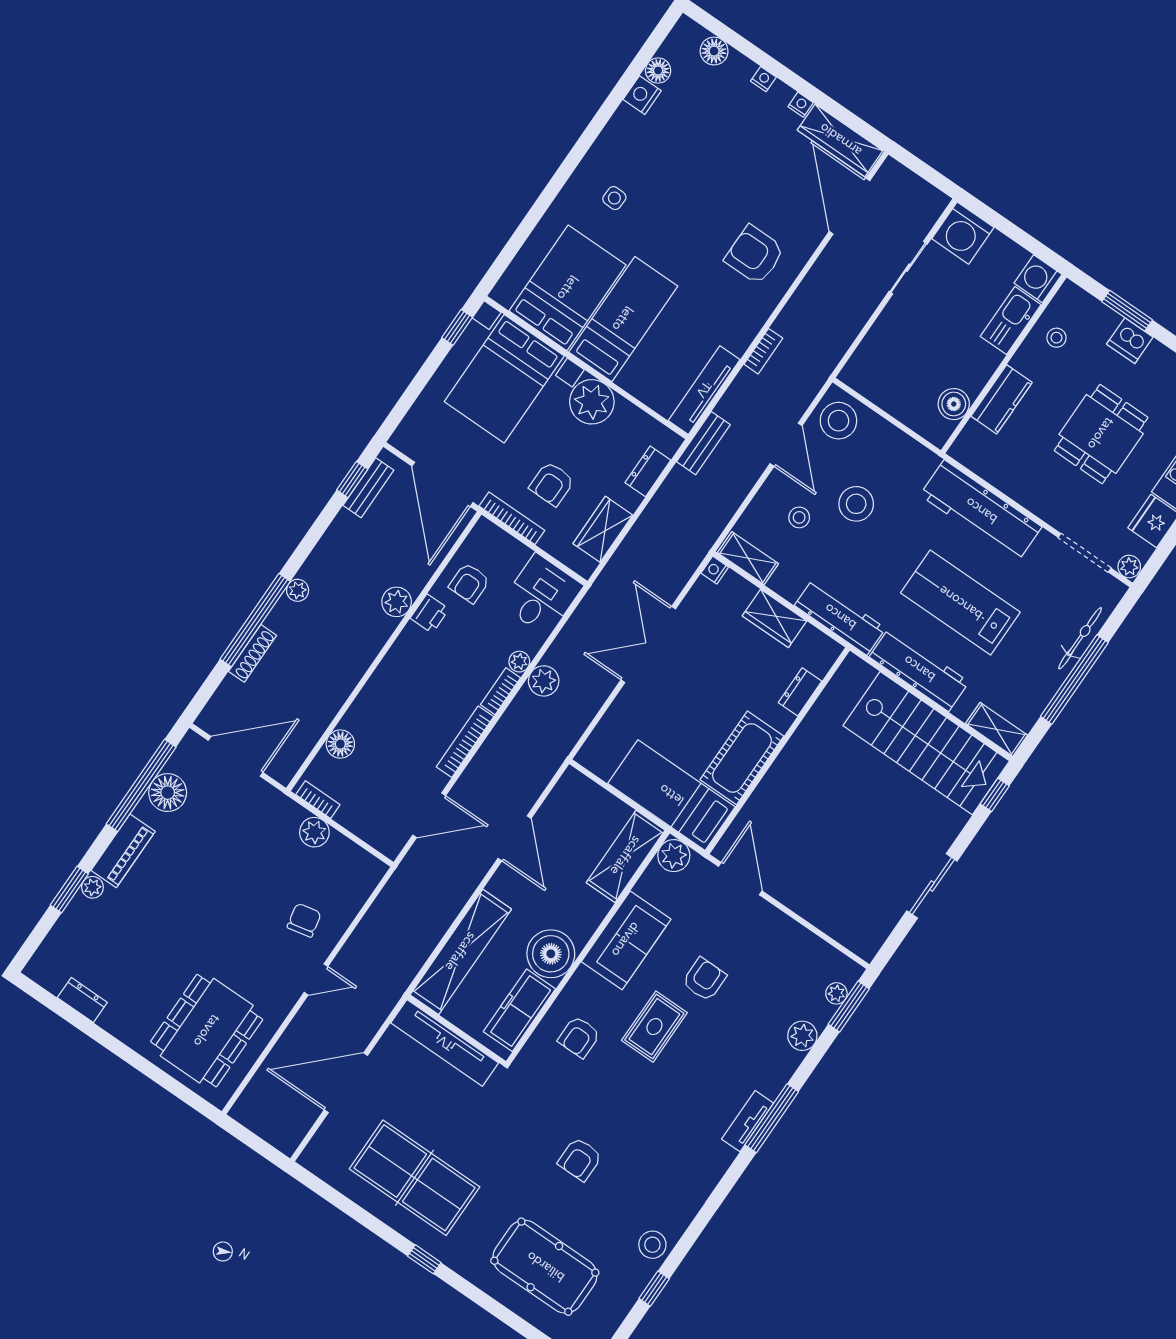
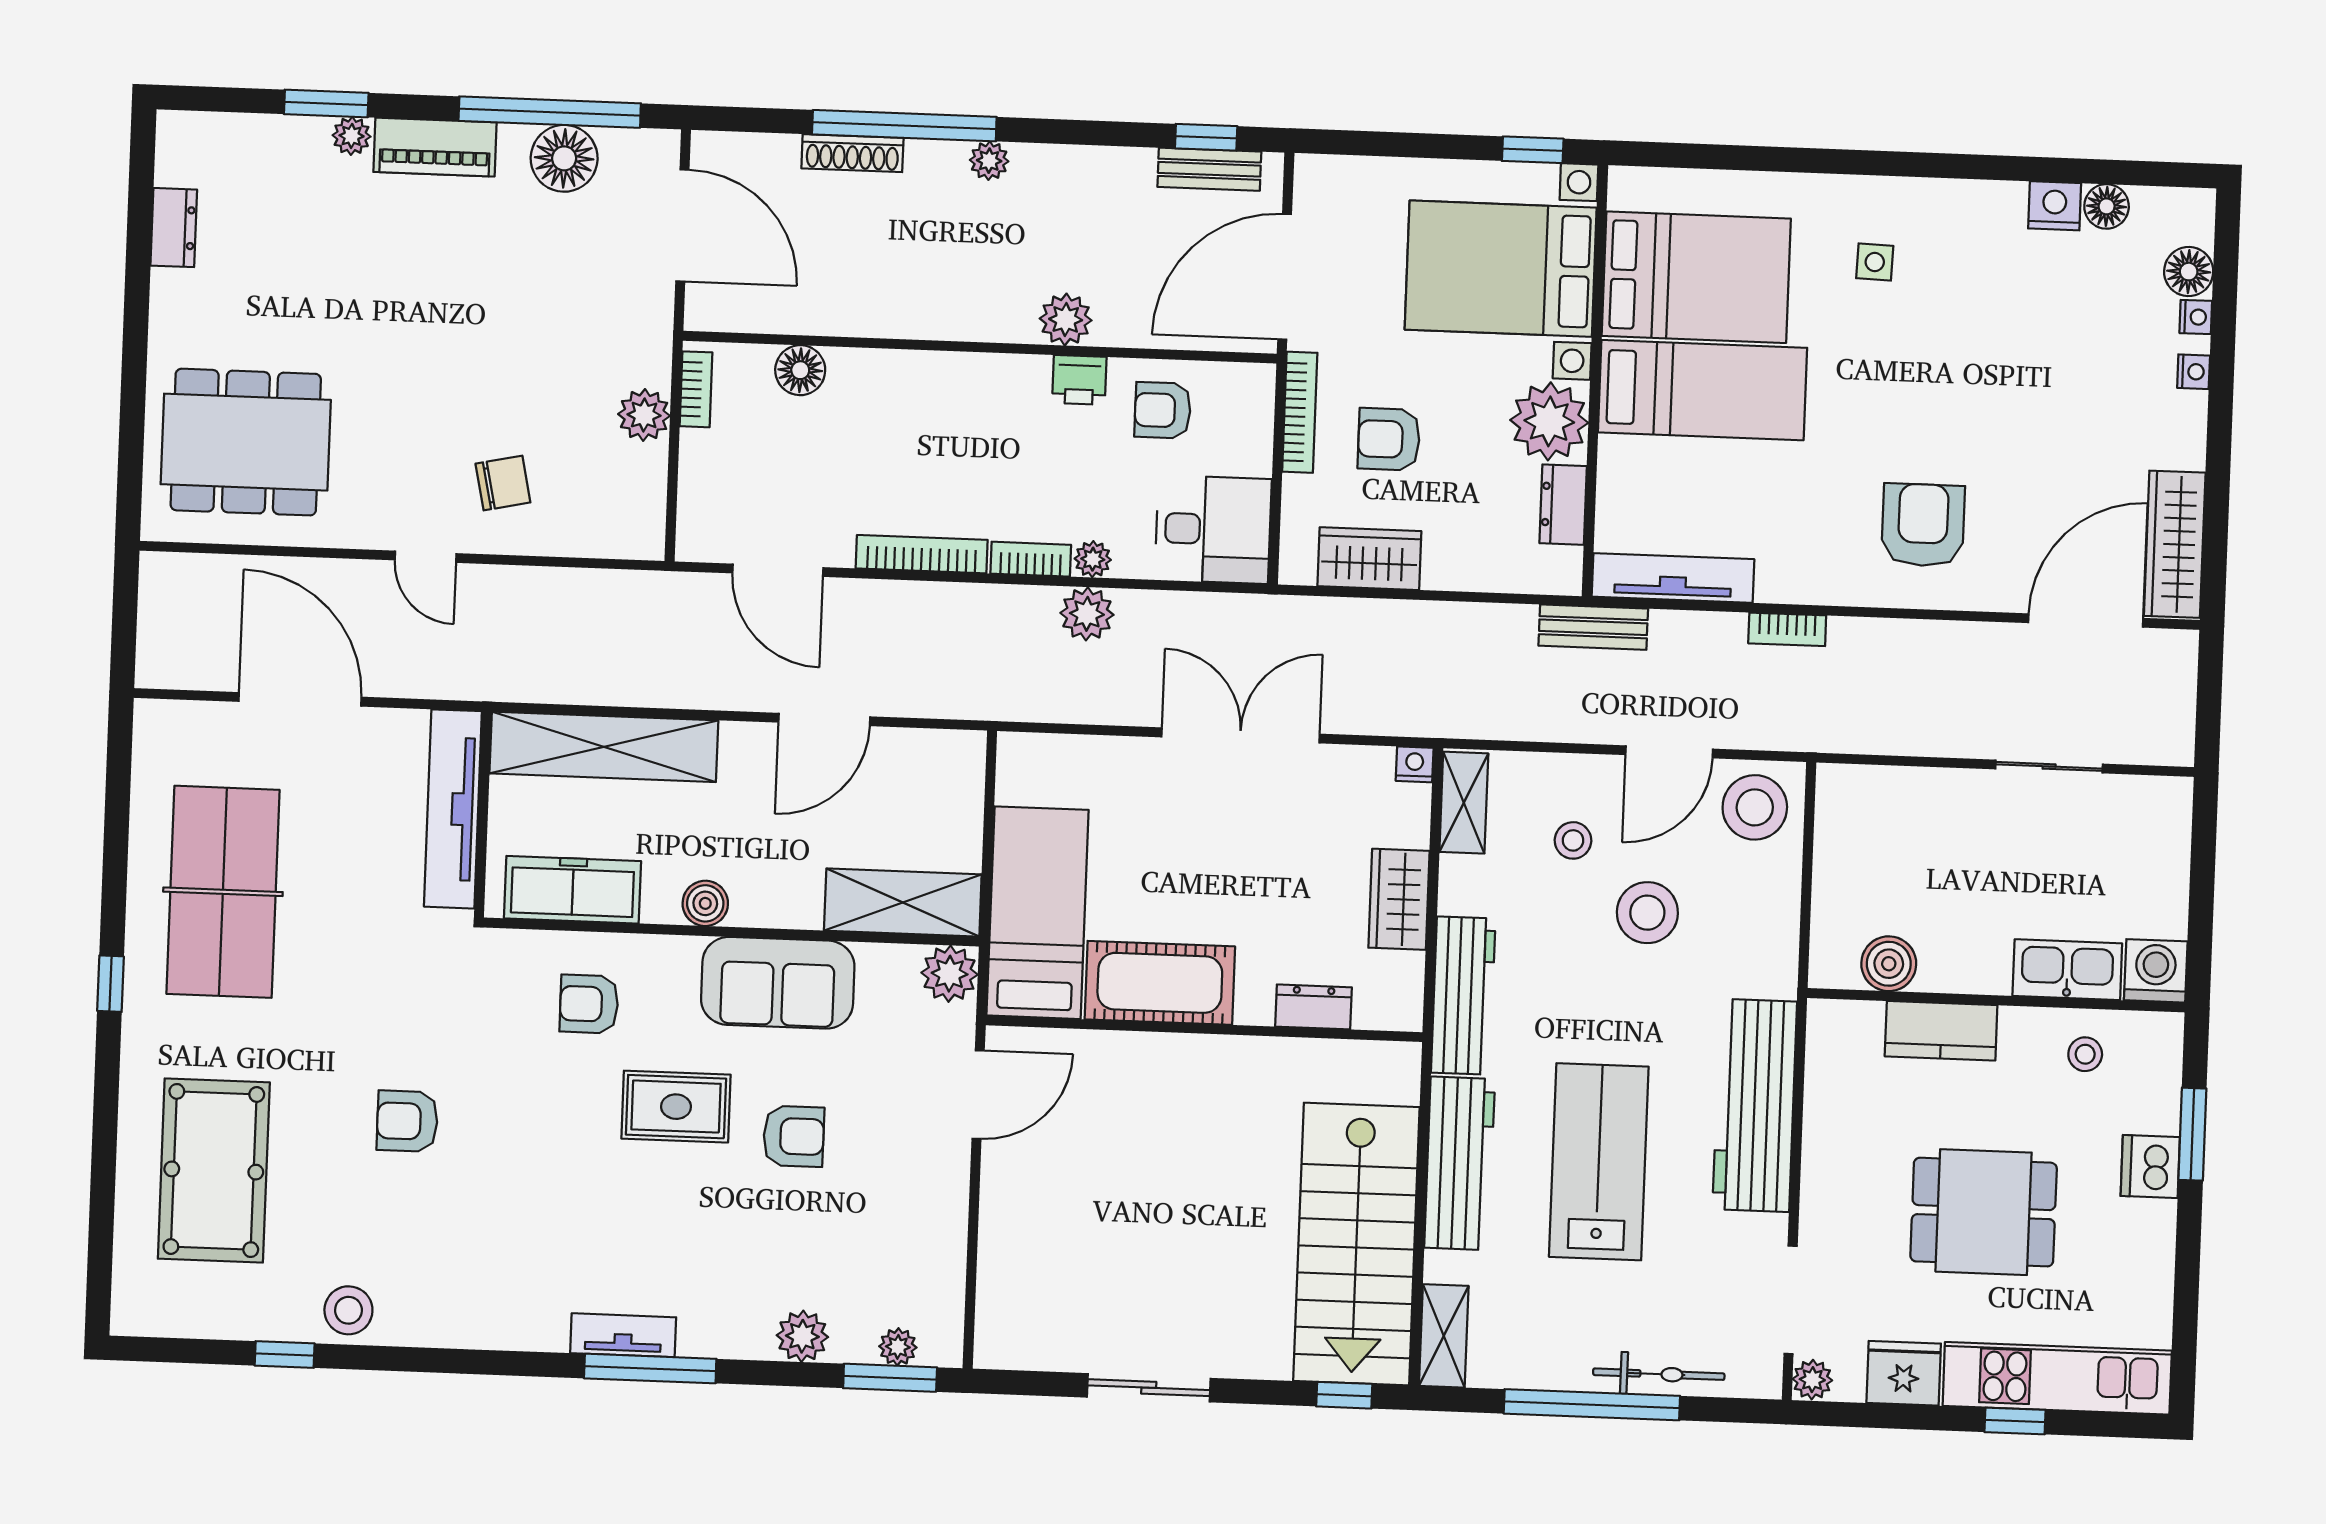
nightstand: (801, 105) -> (2196, 317), moved
washing machine: (963, 233) -> (2153, 815), removed
dresser: (648, 471) -> (1563, 505), moved, turned -90
boiler: (551, 954) -> (705, 903), width x0.54, depth x0.54

